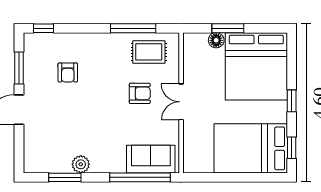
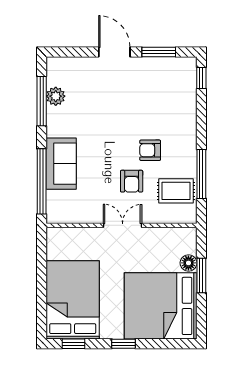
rug: (149, 52) -> (176, 191), turned 90
armchair: (68, 72) -> (150, 150), moved
sofa: (151, 159) -> (61, 164), moved
plant: (81, 164) -> (56, 96), moved
window: (65, 177) -> (42, 101), width x1.44

